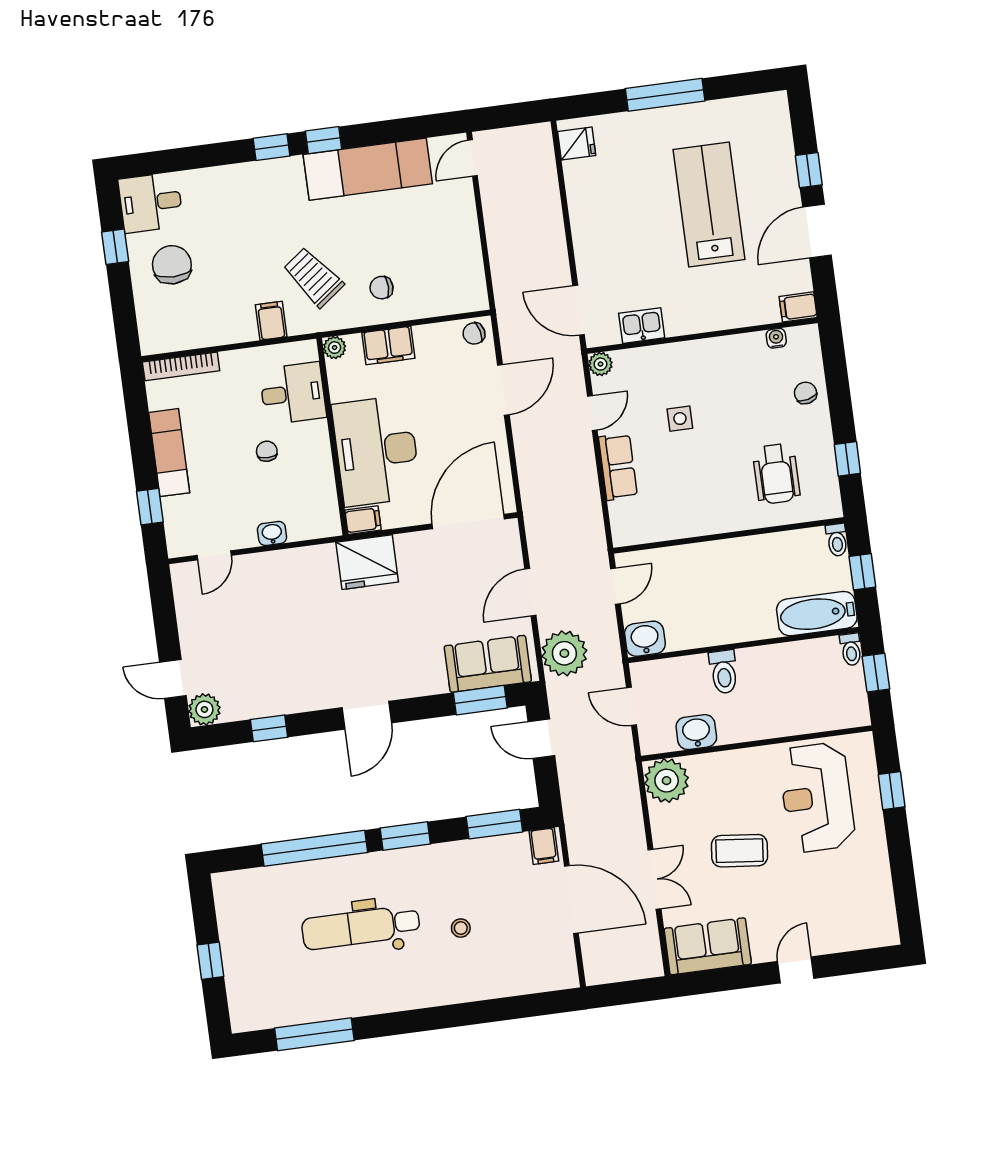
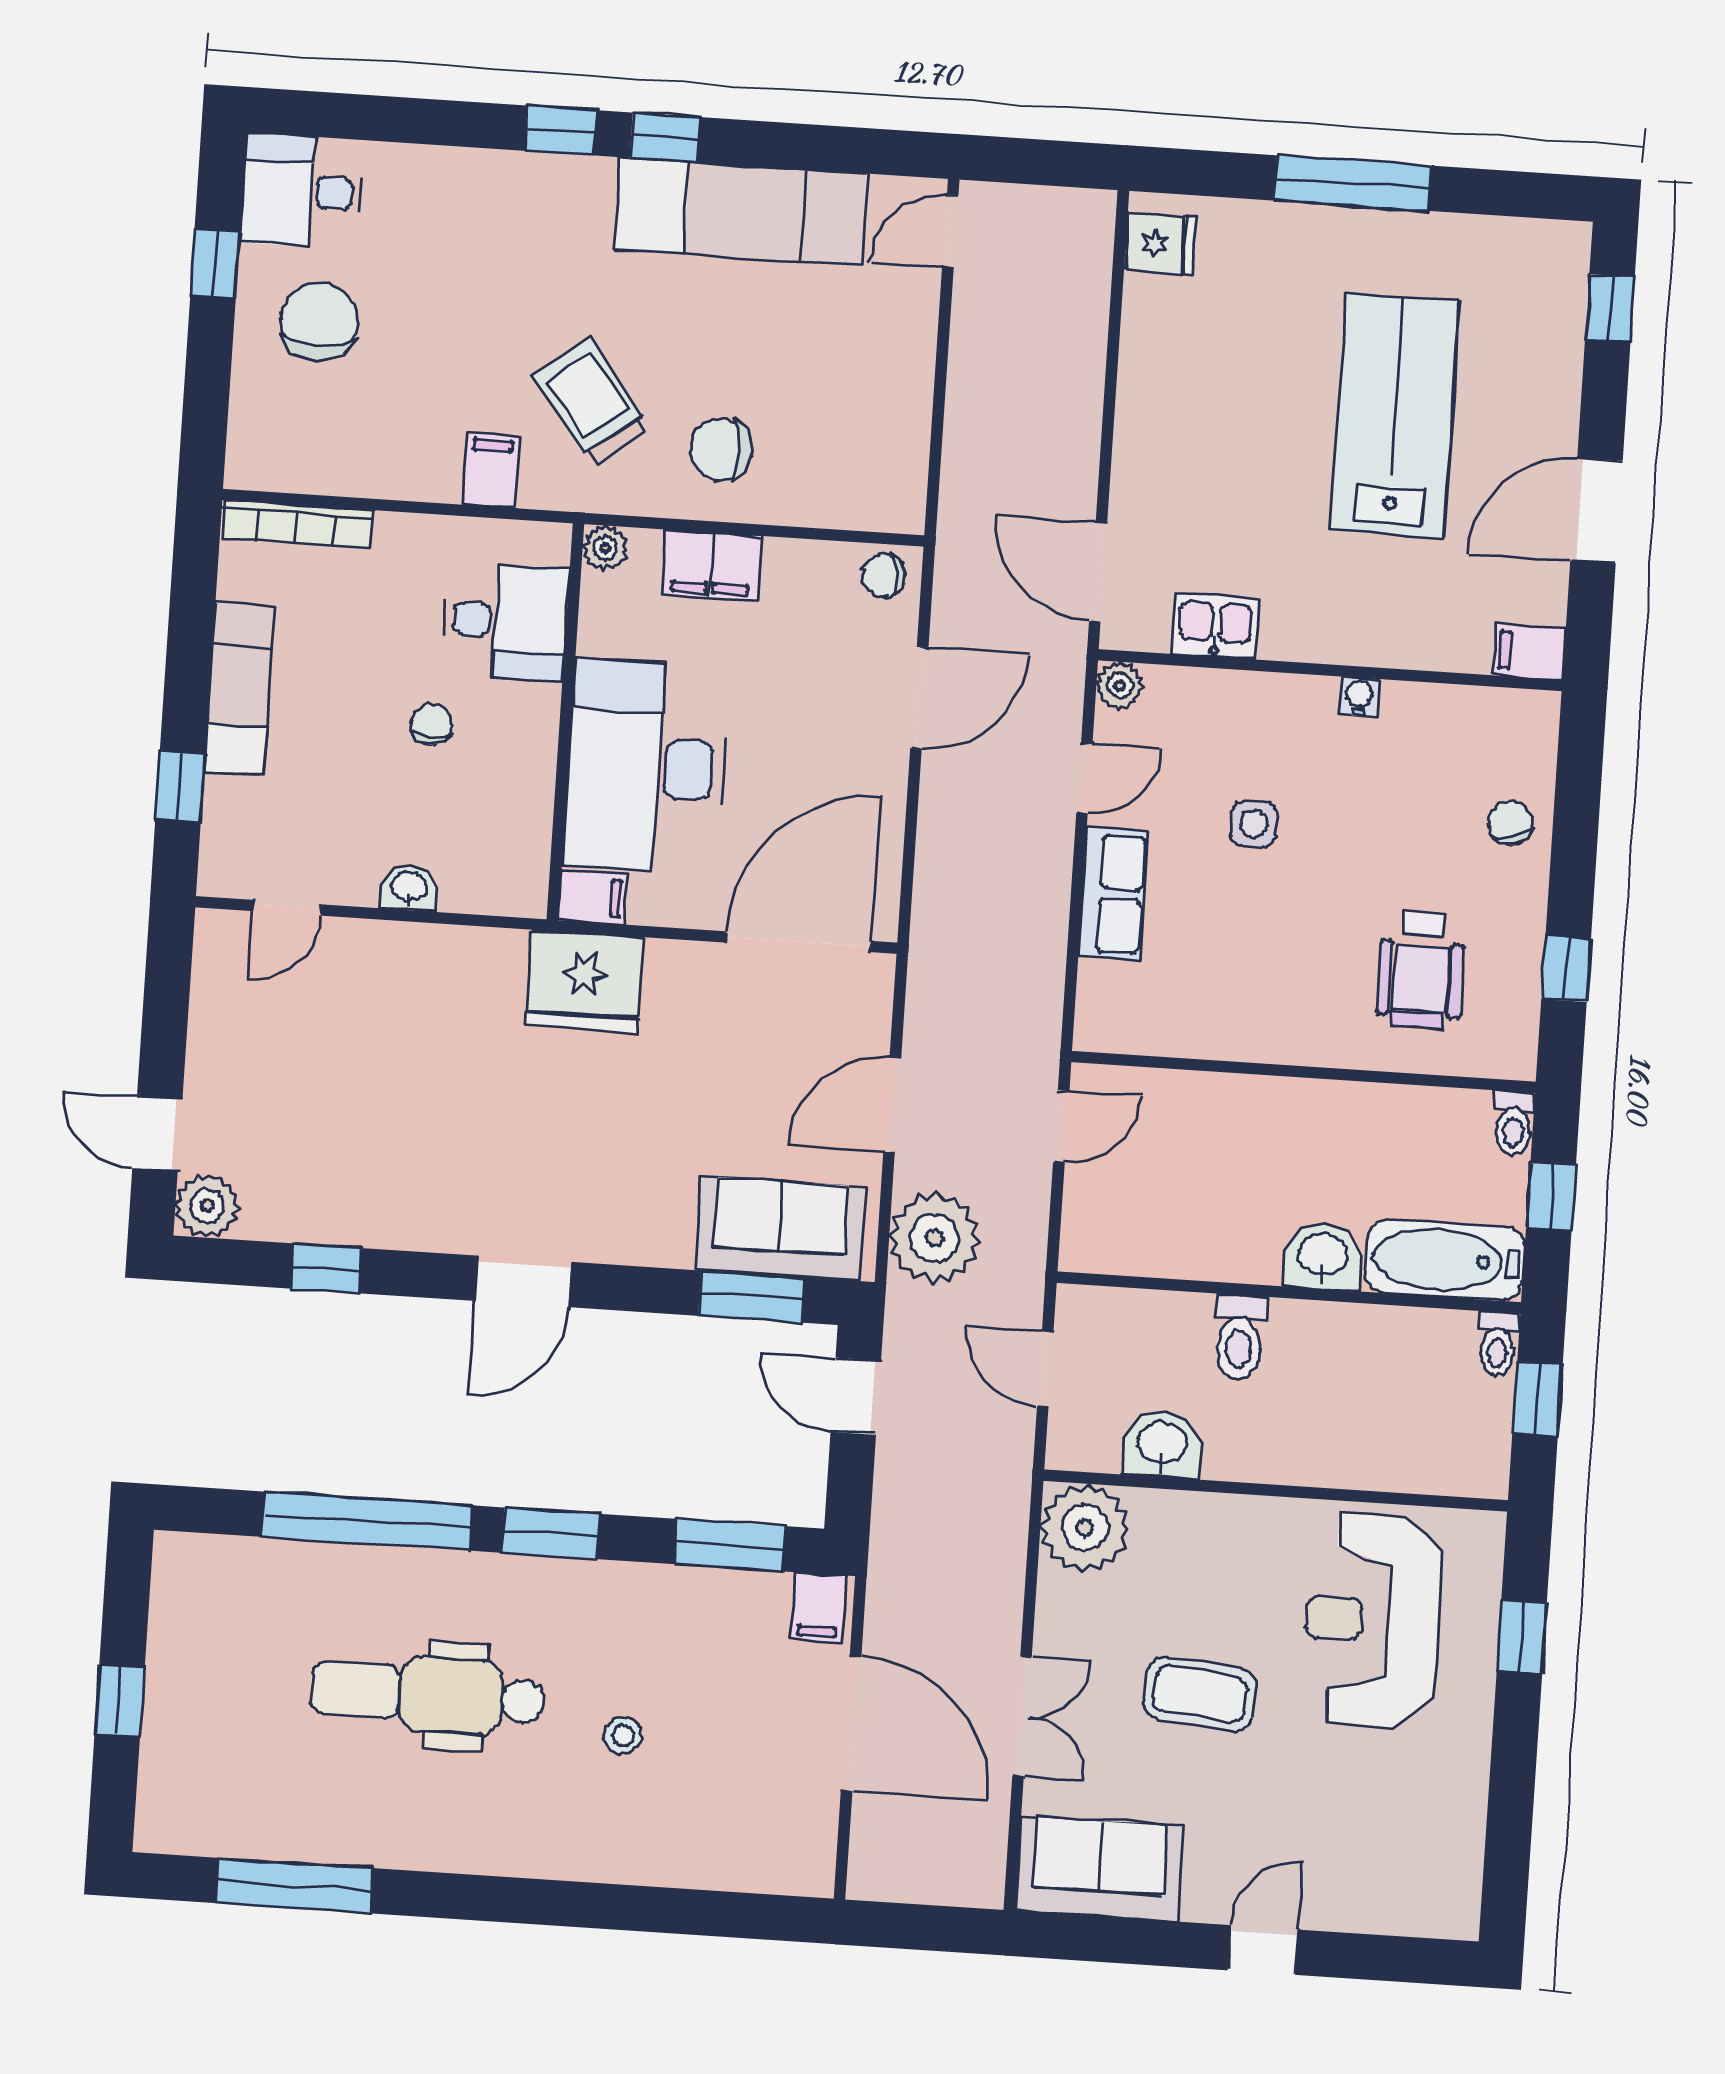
window: (809, 170) -> (1610, 308), moved
chair: (381, 288) -> (721, 449), width x1.37, depth x1.37
water cooler: (776, 338) -> (1359, 697), moved
washbasin: (645, 639) -> (1323, 1256), moved

